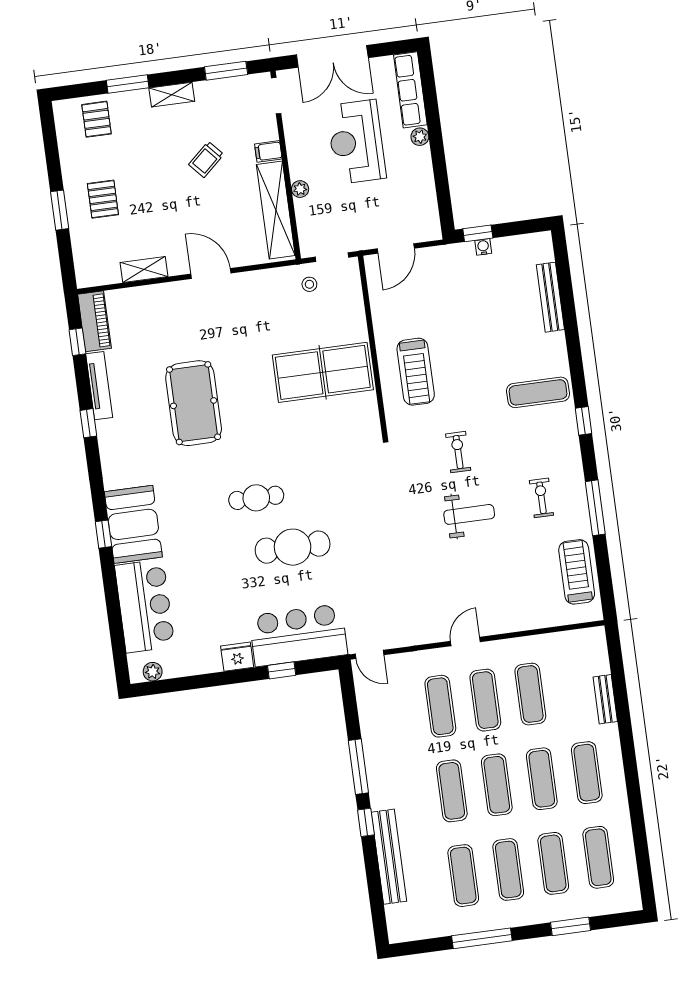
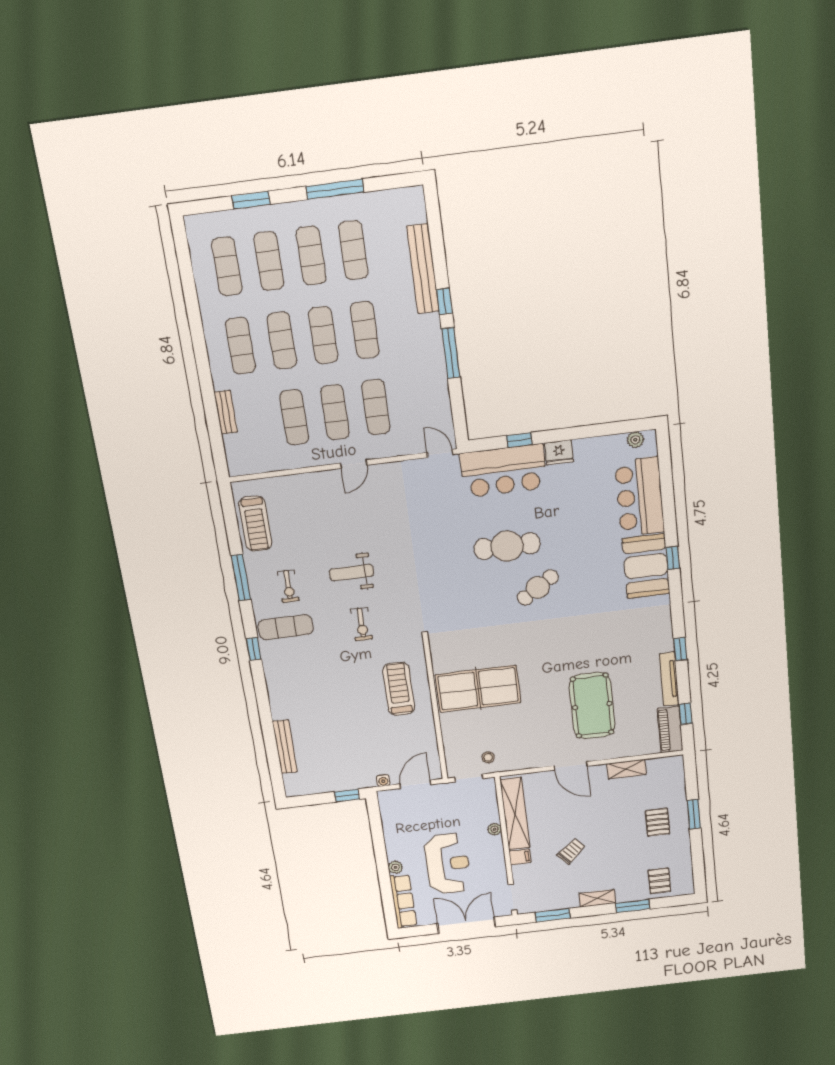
water cooler: (483, 247) -> (383, 780), moved
exercise mat: (538, 392) -> (286, 627), moved
pool table: (194, 403) -> (592, 706), moved
cafe table: (256, 498) -> (538, 587), turned -34

